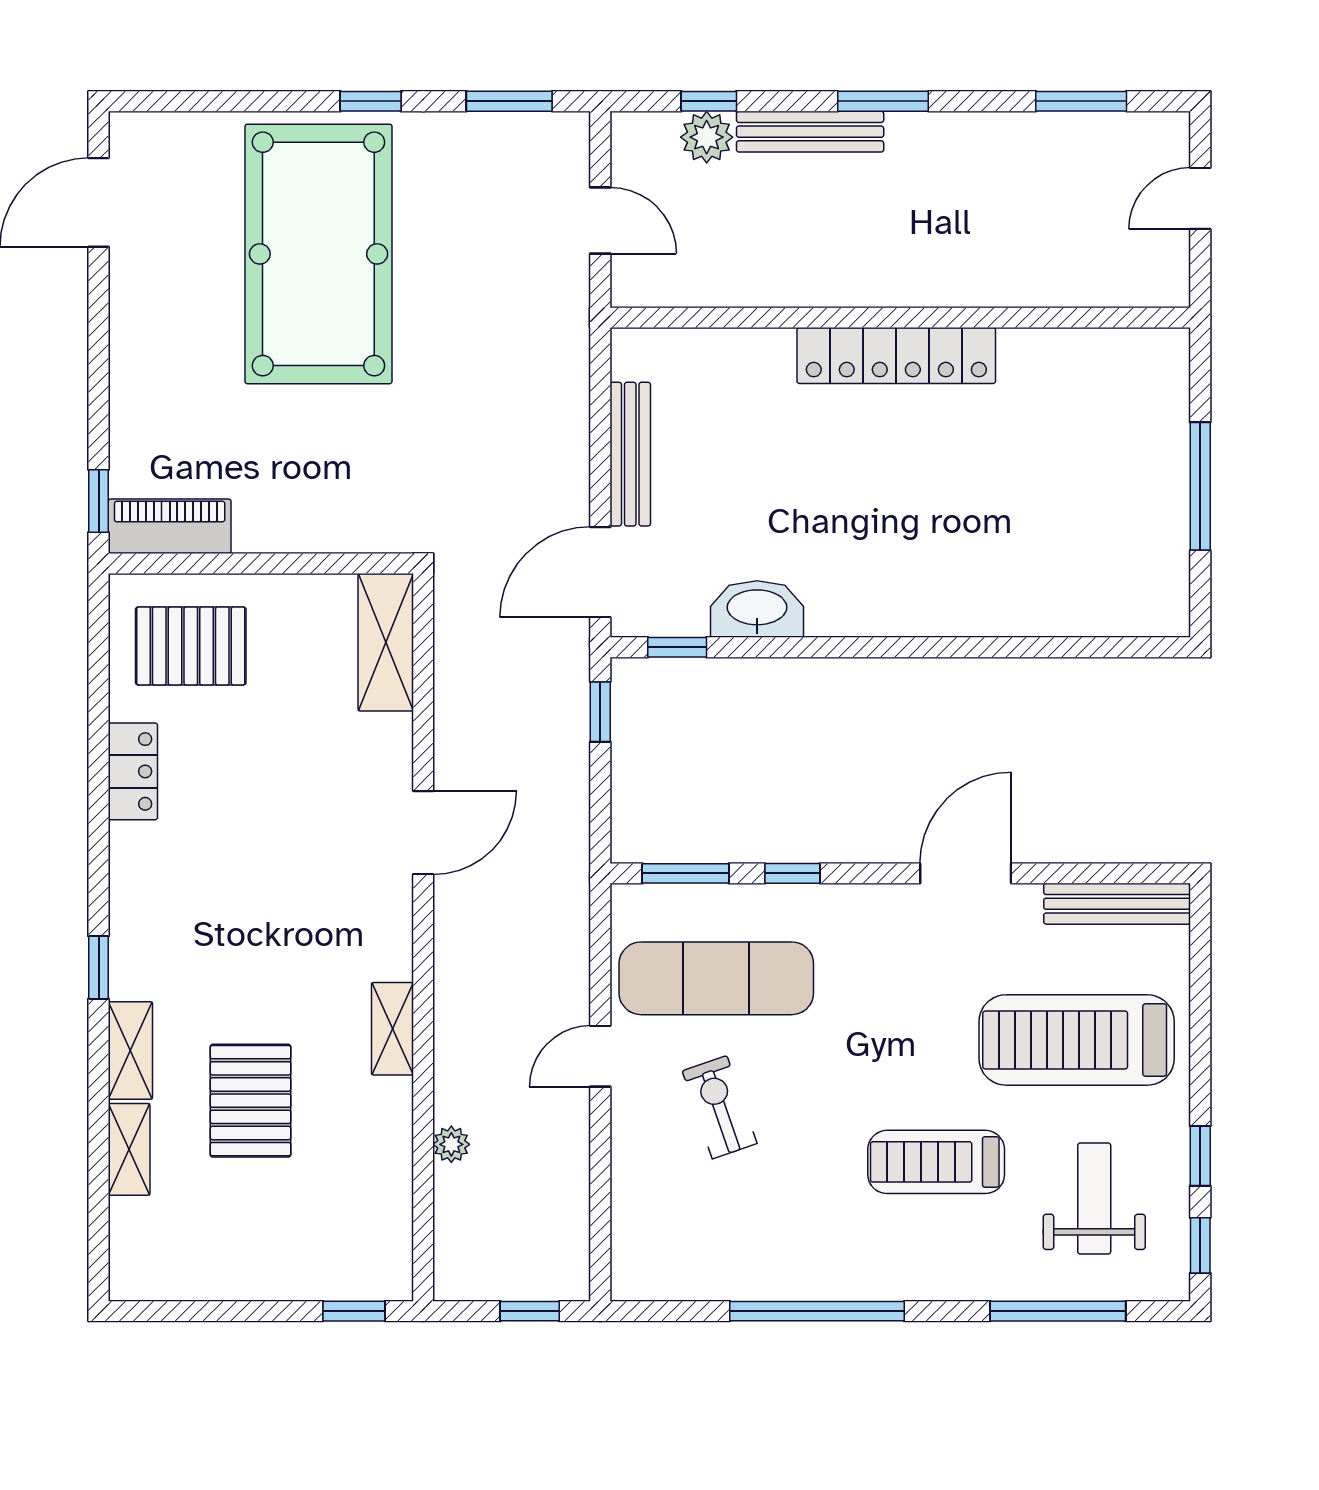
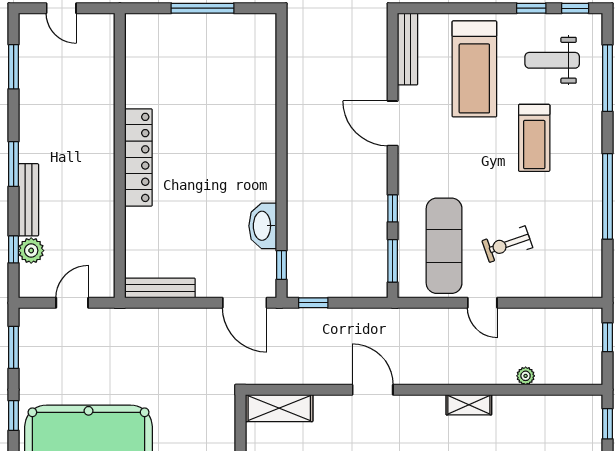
bench: (630, 454) -> (160, 288), moved

